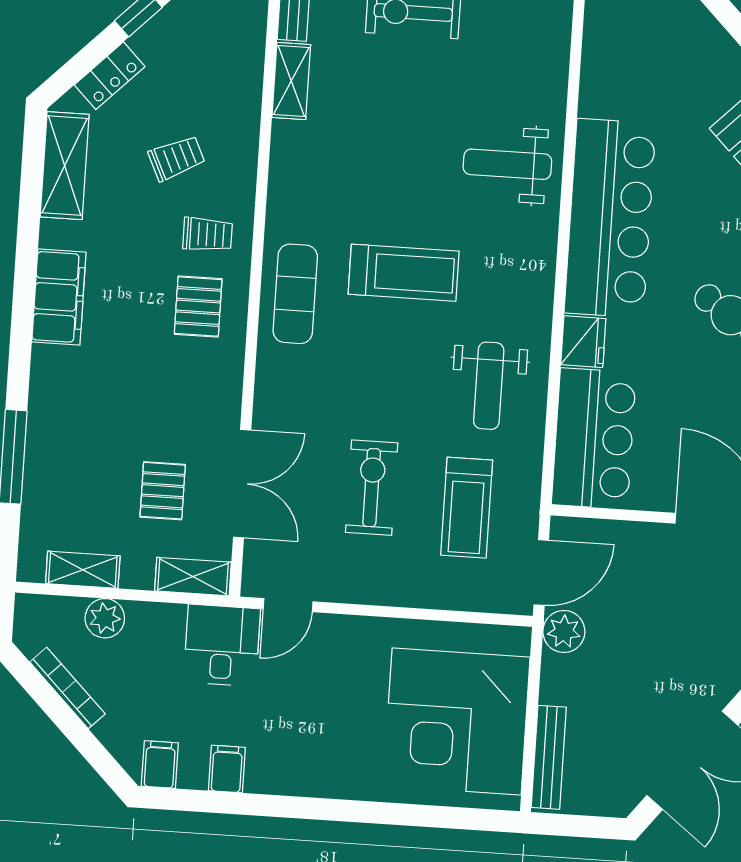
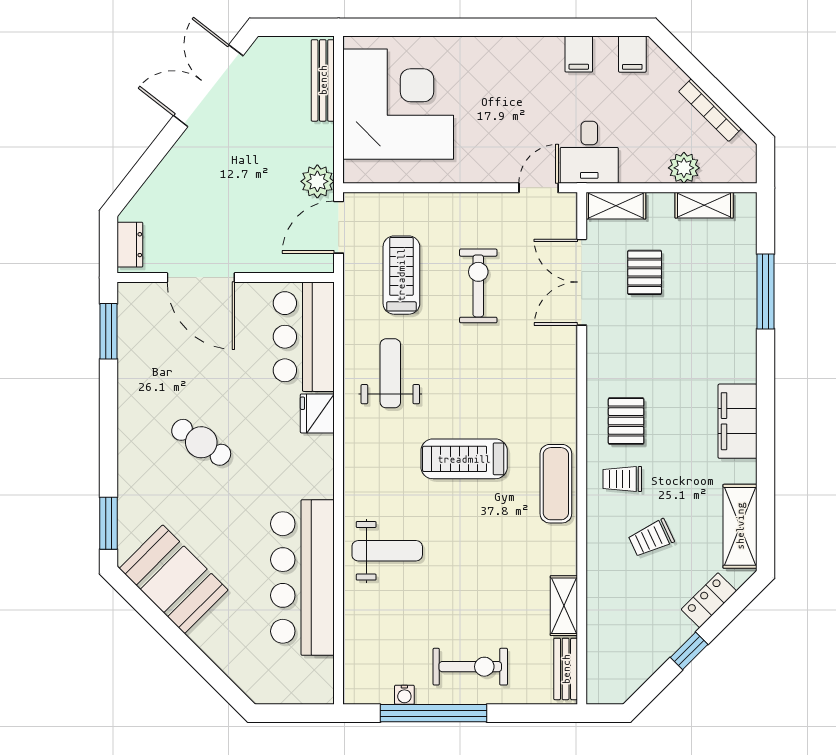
bar counter: (610, 218) -> (302, 577), moved
exercise mat: (295, 294) -> (556, 484), moved
exercise bike: (372, 488) -> (478, 286), turned 180

